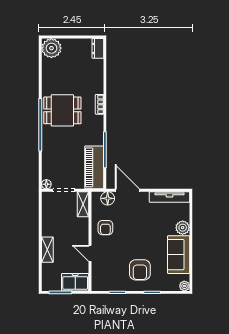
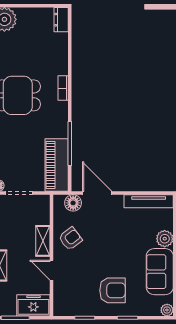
shelving: (83, 204) -> (43, 241), moved
armchair: (105, 228) -> (70, 239), turned -127
armchair: (140, 270) -> (112, 290), turned -90

